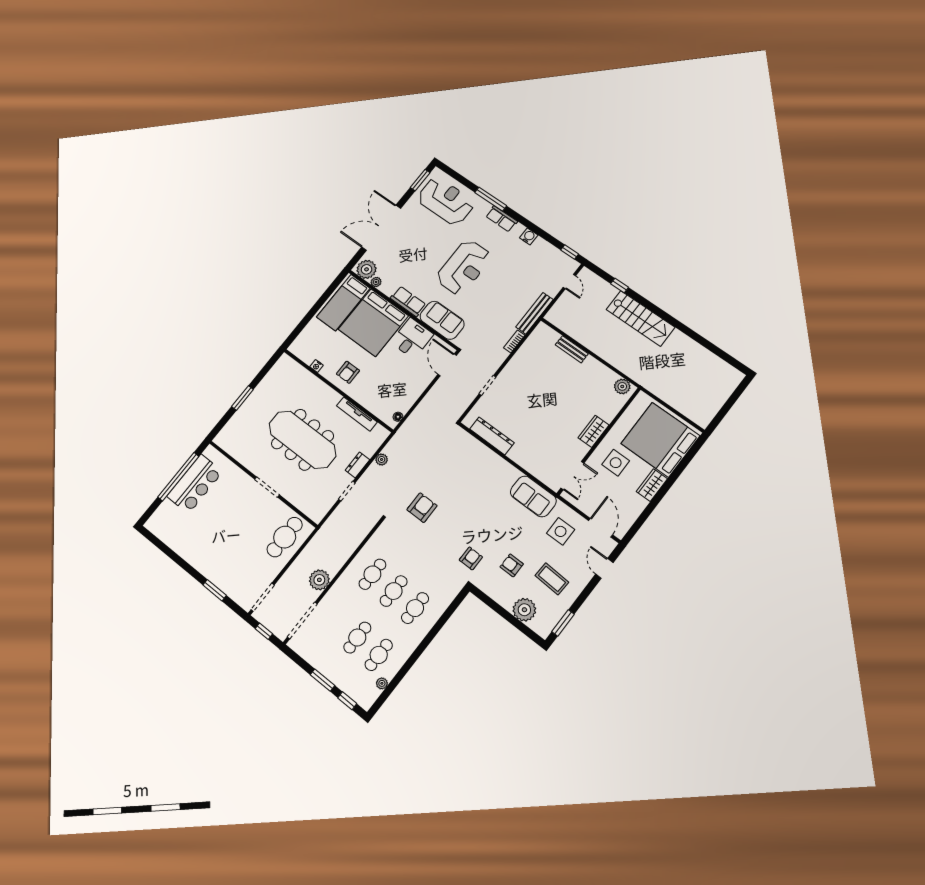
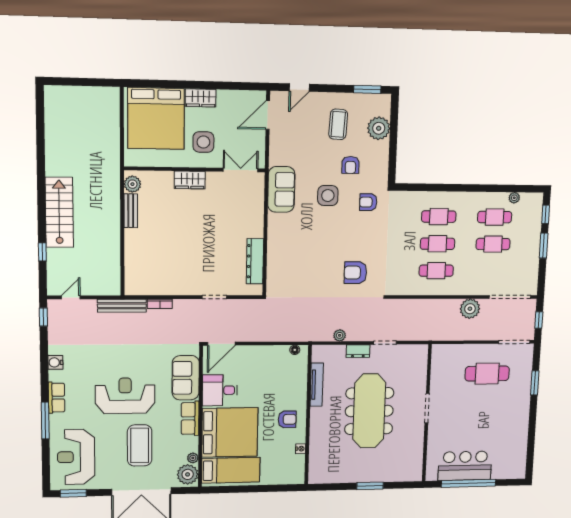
coffee table: (417, 251) -> (140, 445), added
bench: (572, 349) -> (131, 211), moved
side table: (561, 531) -> (328, 196), moved
cafe table: (285, 537) -> (487, 374), moved

